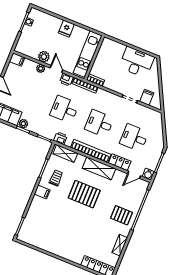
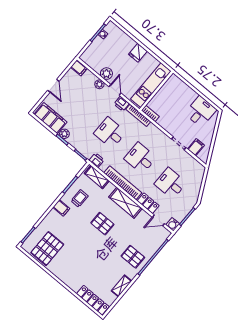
desk: (137, 62) -> (200, 112), width x0.73
pallet: (84, 194) -> (102, 224), width x0.67, depth x0.71
pallet: (41, 233) -> (47, 249), added

